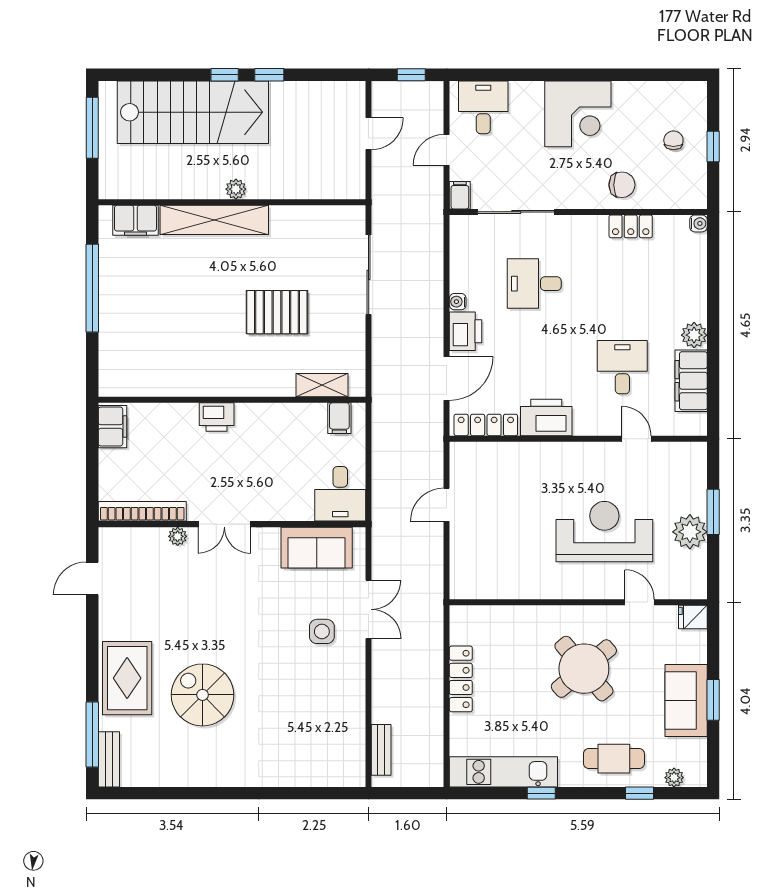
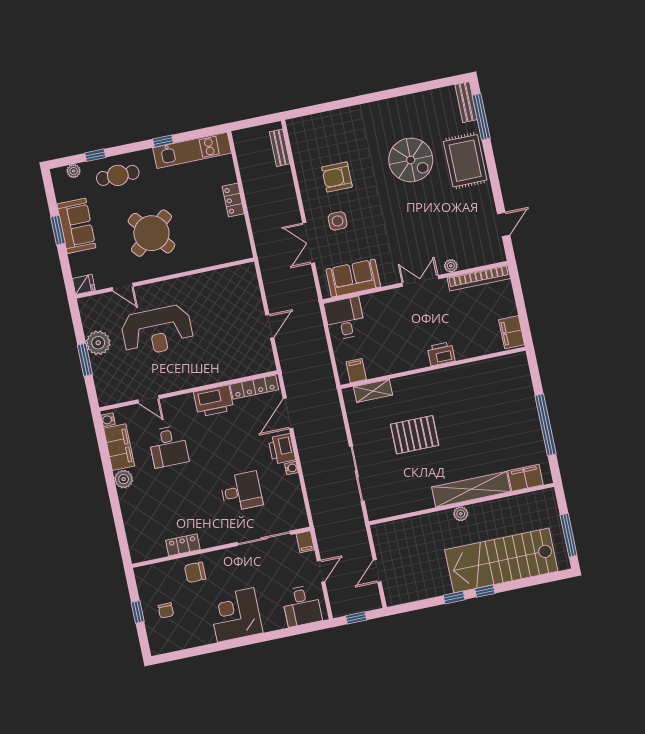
water cooler: (698, 223) -> (108, 420), moved
locker: (461, 679) -> (233, 200), width x0.66
armchair: (310, 693) -> (337, 177), added

